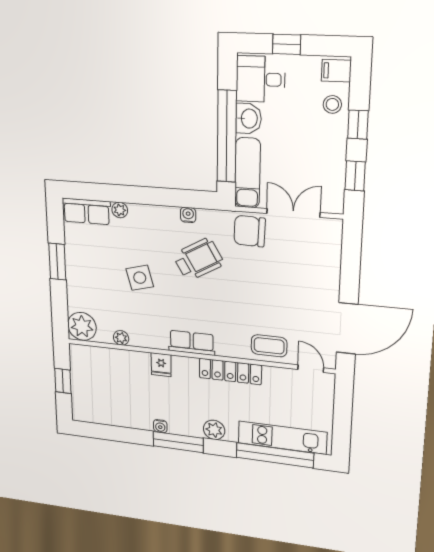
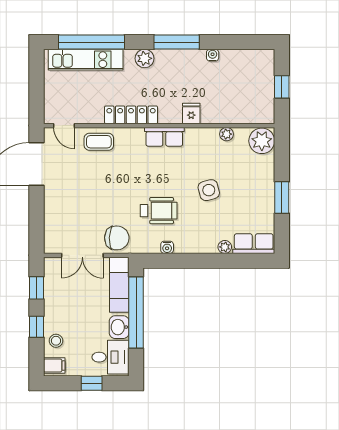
wheelchair: (198, 259) -> (159, 211), turned -150
water cooler: (160, 426) -> (213, 55), moved

